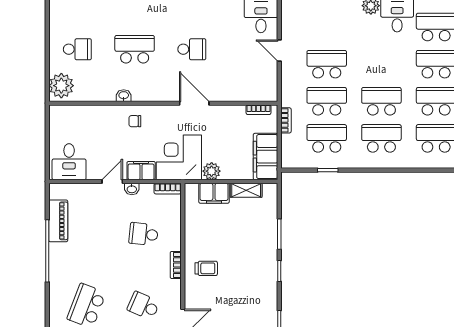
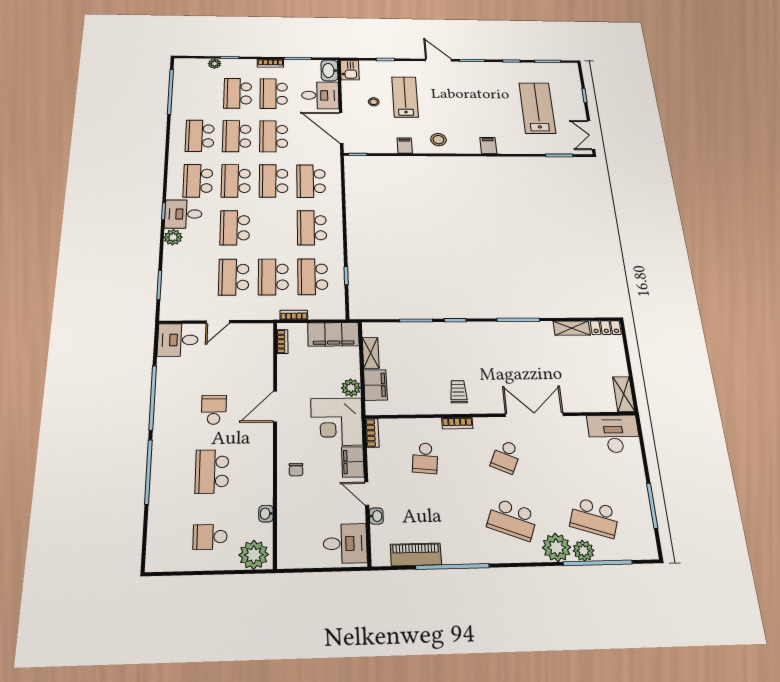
school desk: (77, 49) -> (210, 537), turned -90
washbasin: (124, 96) -> (266, 514), moved
school desk: (381, 101) -> (235, 228), moved
washbasin: (132, 189) -> (376, 516), moved

